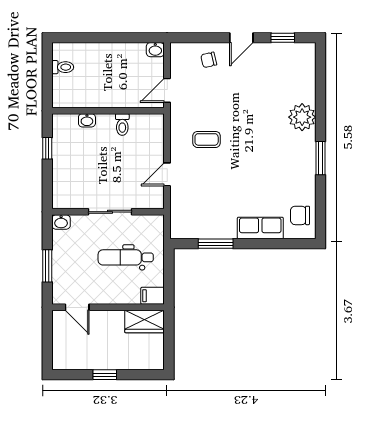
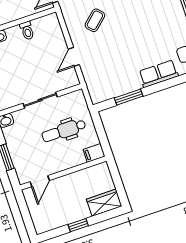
coffee table: (207, 139) -> (95, 20), turned -42
door: (77, 307) -> (40, 181), hinge flipped
wardrobe: (145, 321) -> (104, 203), moved, turned 180

